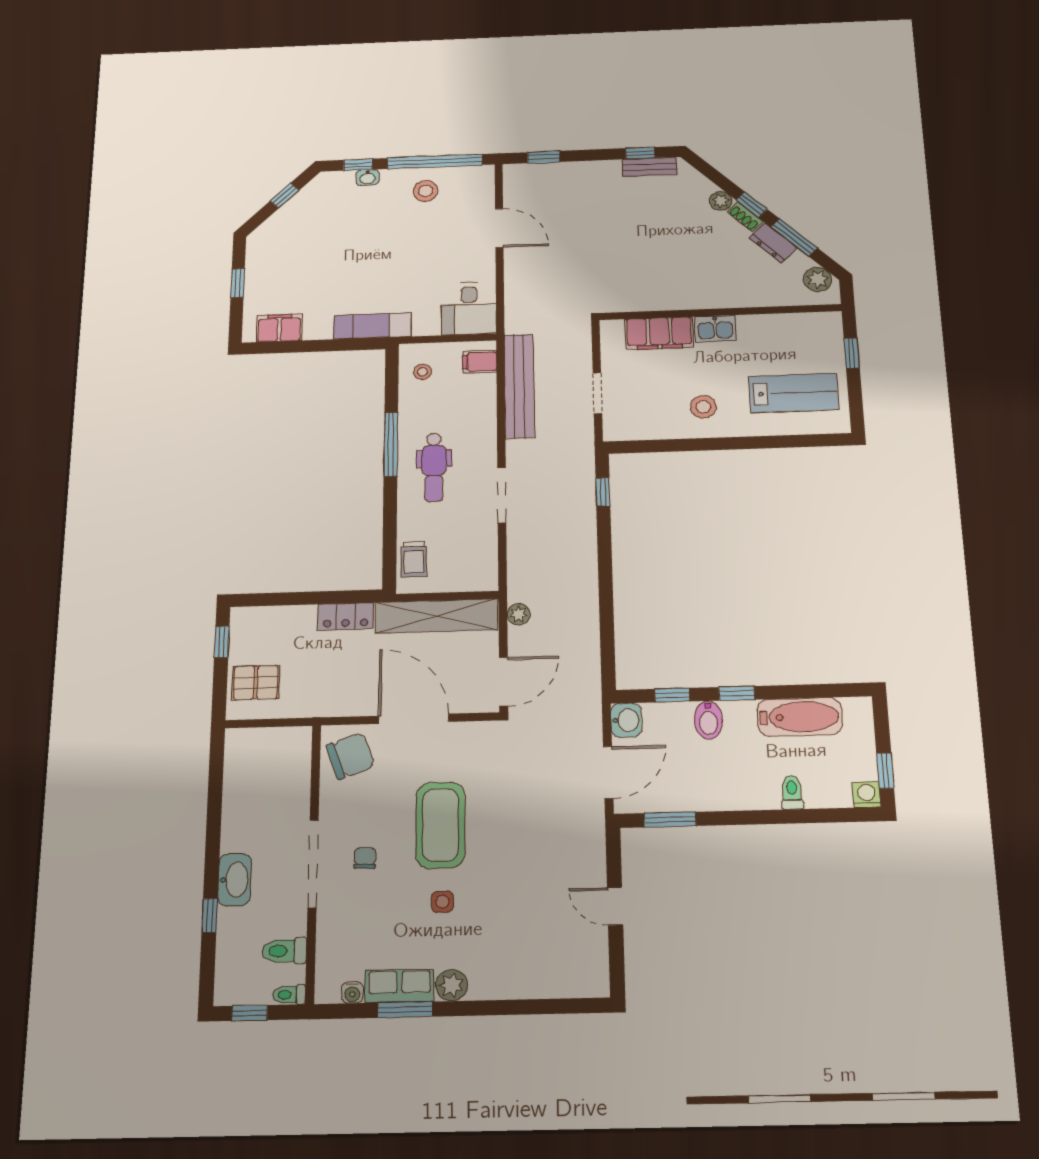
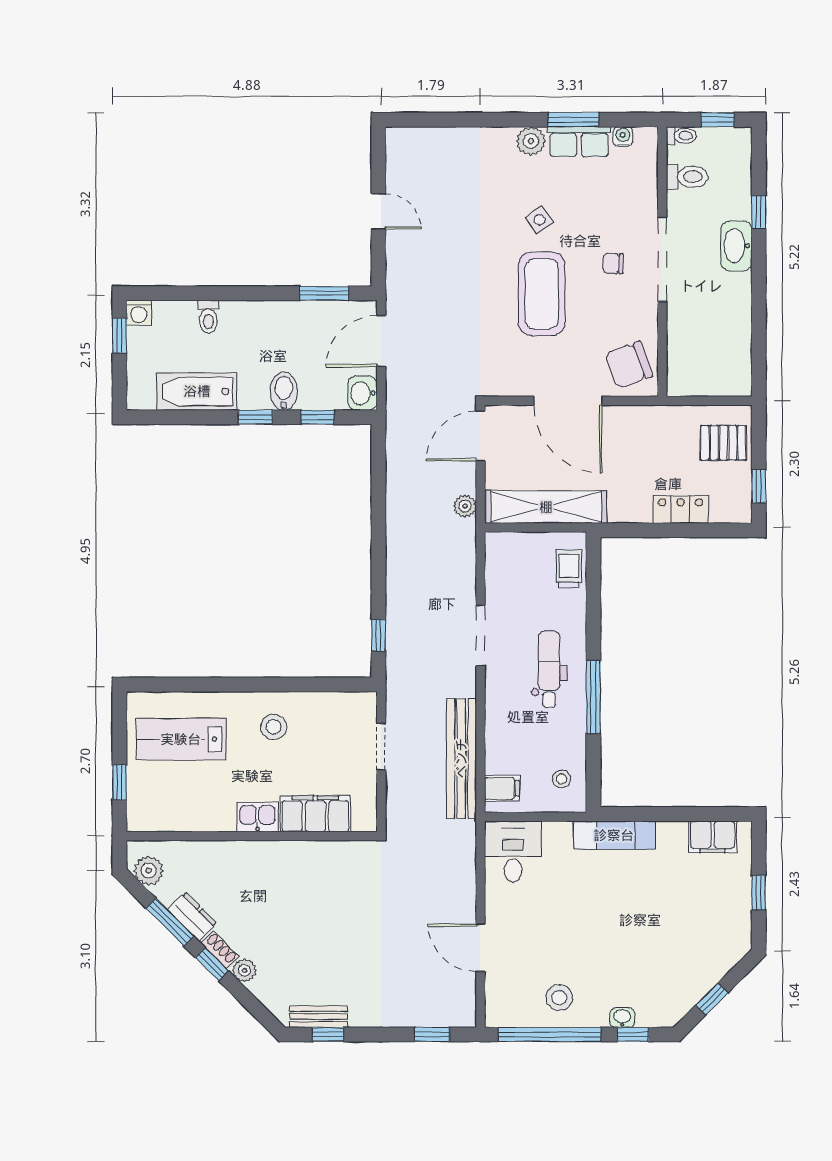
locker: (346, 616) -> (681, 509), moved
chair: (365, 858) -> (613, 263), turned 89
side table: (442, 902) -> (540, 220), turned -35

